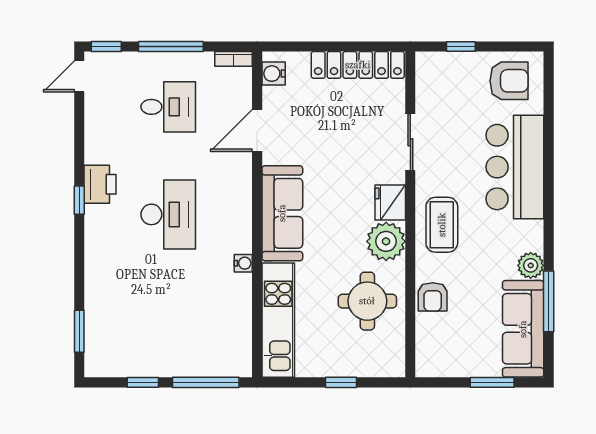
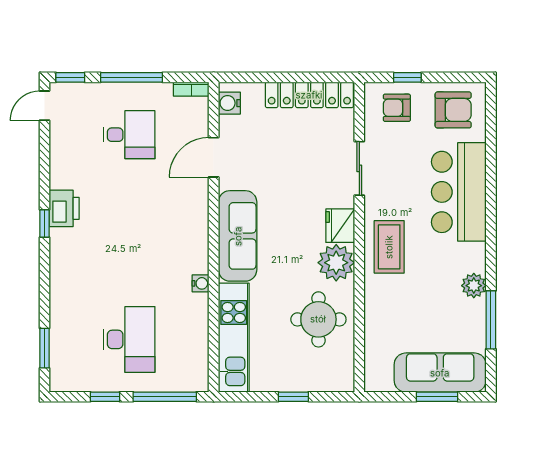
desk: (168, 214) -> (129, 339), moved
armchair: (433, 297) -> (397, 108), moved, turned 90
sofa: (523, 329) -> (440, 373), moved, turned 90

